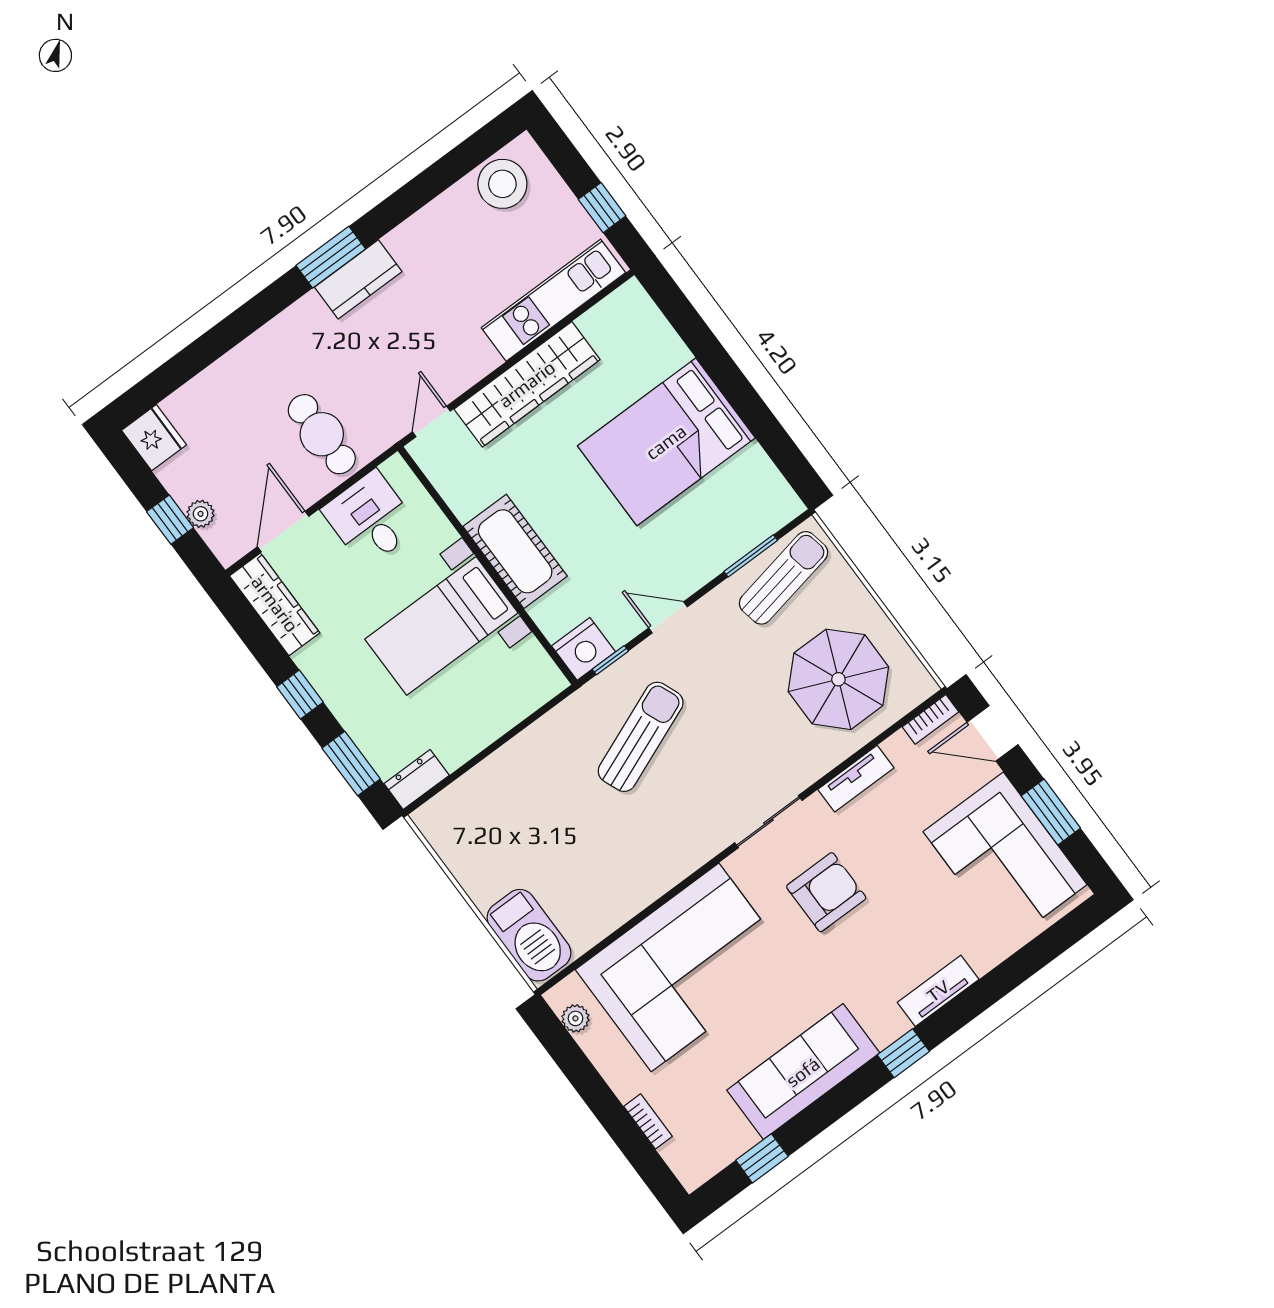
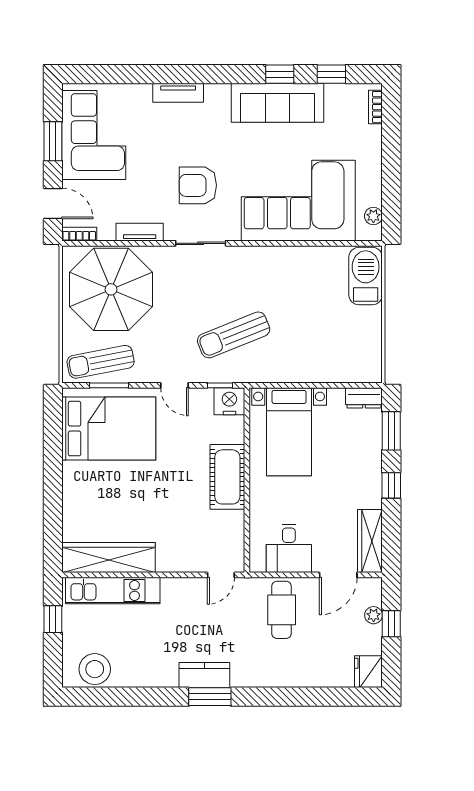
wardrobe: (527, 384) -> (109, 558), moved
bed: (666, 442) -> (109, 429), moved
bed with nightstands: (441, 626) -> (289, 432), moved, turned 90
parasol: (838, 679) -> (111, 289), width x1.36, depth x1.36
window: (903, 1053) -> (280, 74), moved
bookcase: (648, 1121) -> (375, 107), moved

